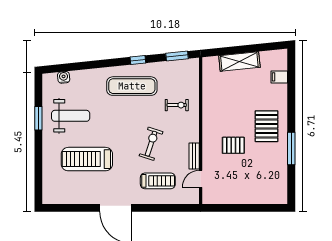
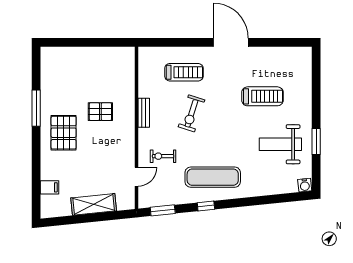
water cooler: (64, 77) -> (305, 185), moved
bench: (194, 156) -> (144, 113), moved
treadmill: (87, 159) -> (262, 96), width x0.73, depth x0.73
door: (201, 179) -> (137, 177), moved
treadmill: (158, 181) -> (184, 72), turned 180

